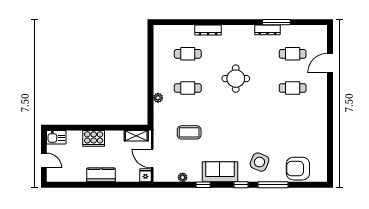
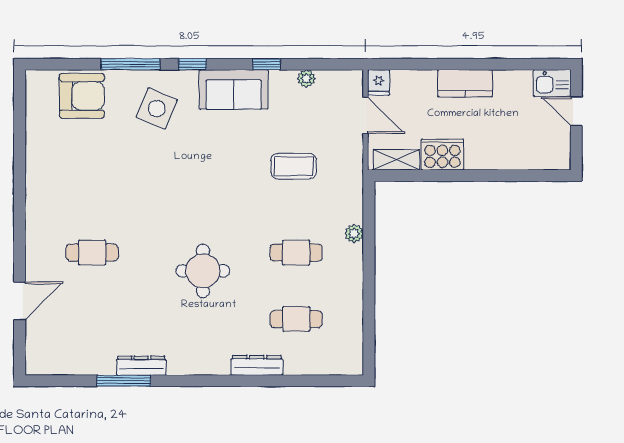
cafe table: (293, 54) -> (92, 319), removed
kitchen sink: (56, 137) -> (552, 83), moved, turned 180
cooker: (94, 138) -> (442, 155), moved

